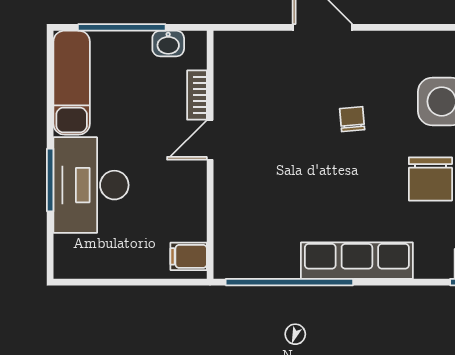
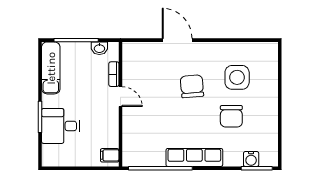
chair: (352, 119) -> (192, 86), width x1.87, depth x1.87
door: (210, 140) -> (120, 97), swing flipped
desk: (91, 185) -> (61, 126), width x0.73

